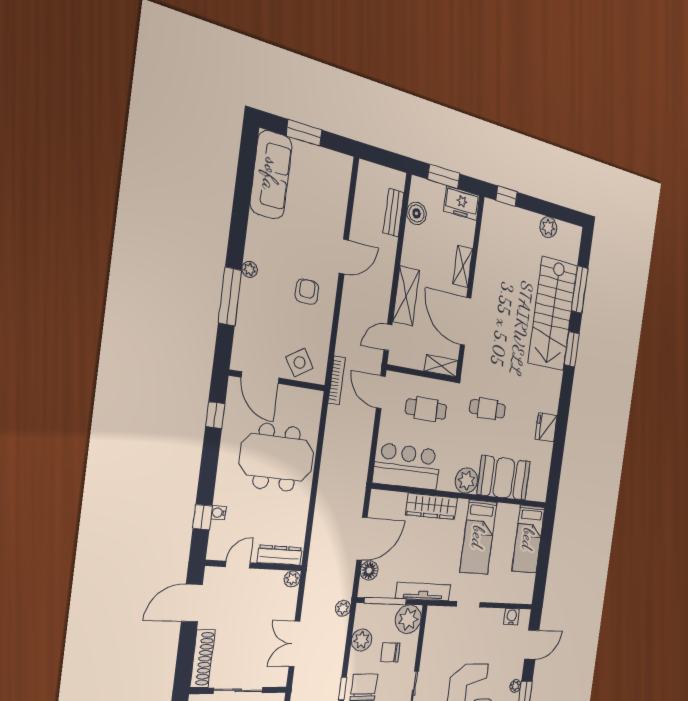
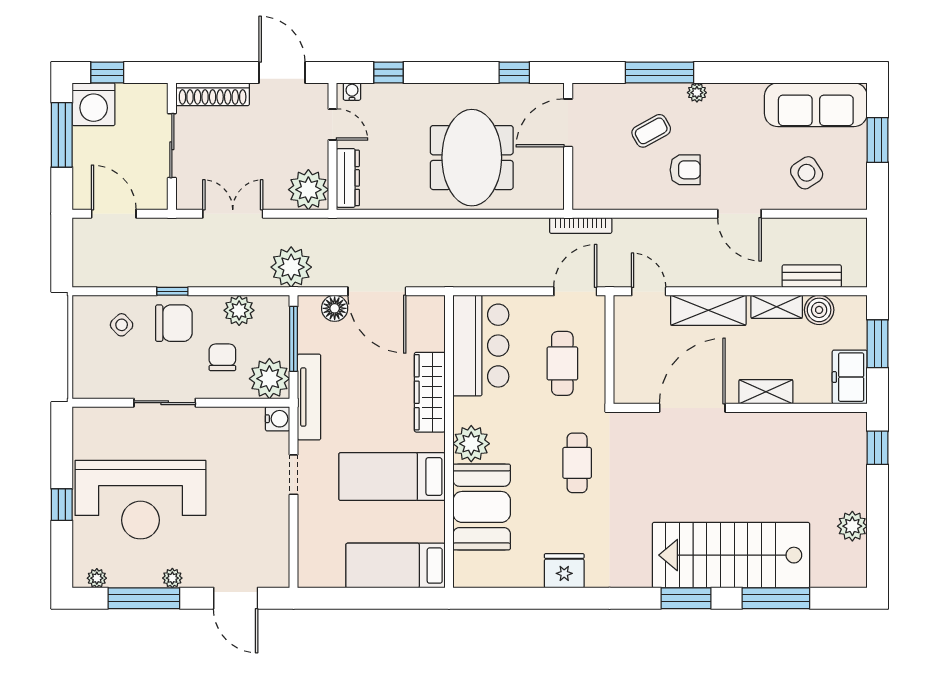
coffee table: (275, 312) -> (651, 131), added
side table: (299, 363) -> (807, 173), moved
shelving: (441, 366) -> (777, 307), moved, turned 90
water cooler: (219, 513) -> (352, 92), moved
plant: (292, 579) -> (308, 190), width x1.87, depth x1.87
plant: (343, 608) -> (291, 267), width x1.88, depth x1.88
water cooler: (512, 617) -> (278, 419), moved

